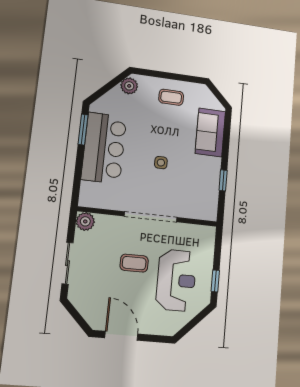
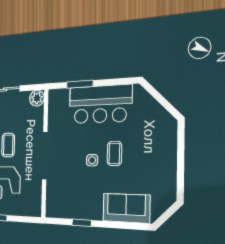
plant: (129, 86) -> (164, 120), removed
coffee table: (171, 97) -> (114, 153), moved
window: (83, 130) -> (80, 84), moved

